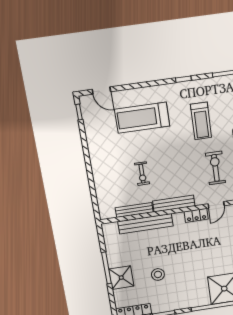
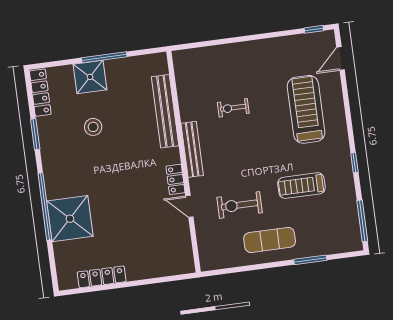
exercise bike: (215, 168) -> (240, 205), turned 180
bench: (134, 210) -> (184, 97), removed

